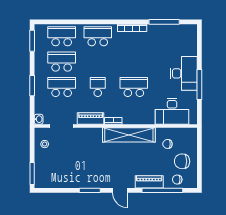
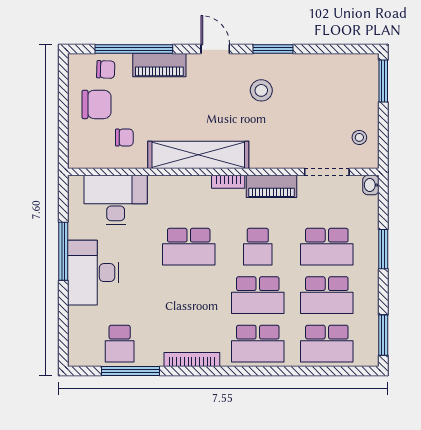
school desk: (170, 36) -> (120, 344), added
school desk: (98, 62) -> (258, 295), added
stool: (96, 169) -> (261, 90), added

